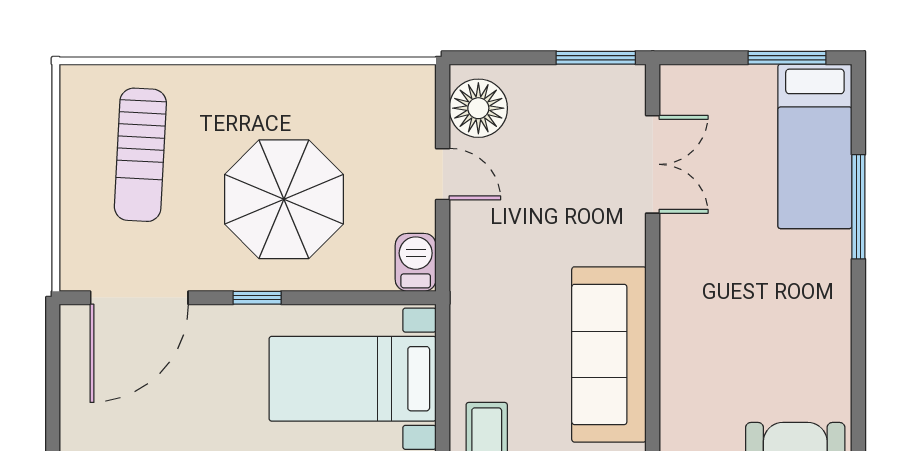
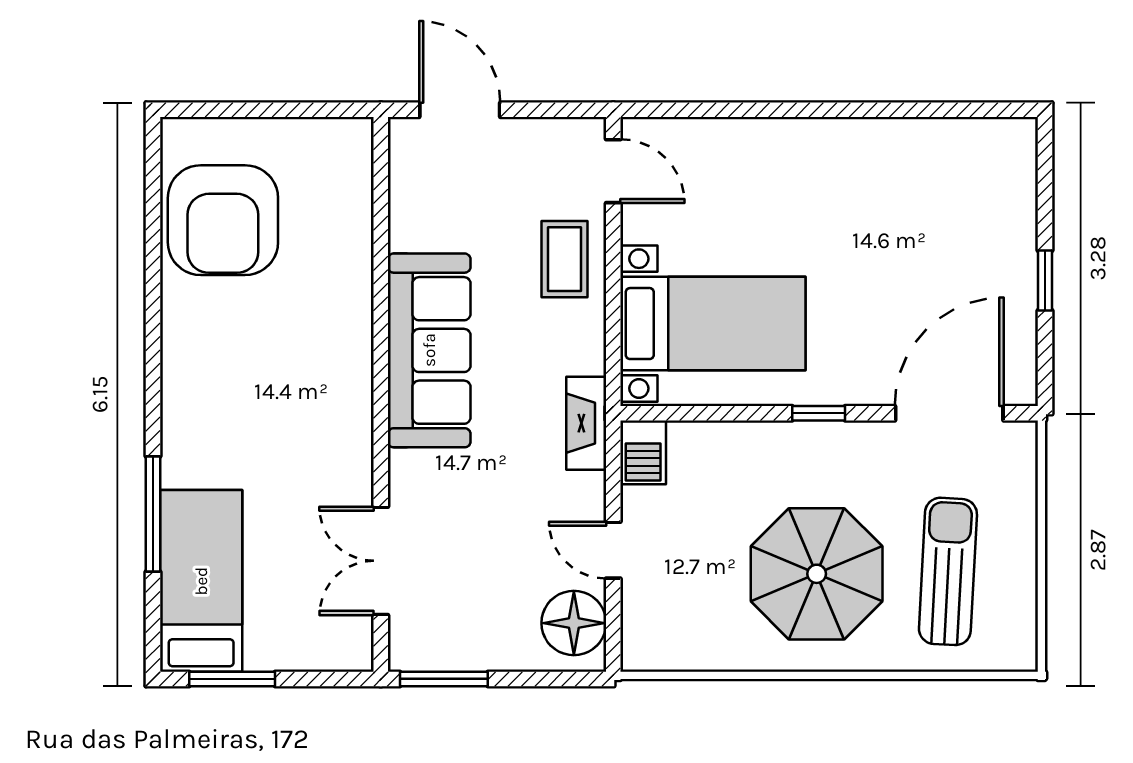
parasol: (284, 199) -> (817, 574), moved
fireplace: (467, 289) -> (586, 423), added
window: (53, 418) -> (1045, 280), added

